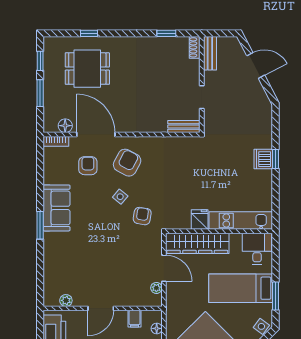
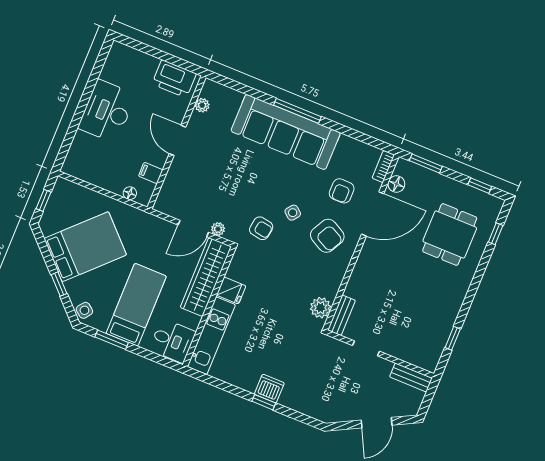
window: (89, 33) -> (496, 234), moved
shoe rack: (195, 47) -> (424, 363), removed
window: (40, 93) -> (426, 164), moved
plant: (185, 145) -> (321, 308), added
armchair: (88, 166) -> (342, 191), turned 90
sofa: (57, 208) -> (286, 132), width x1.85, depth x1.27
window: (40, 225) -> (297, 111), width x1.44
plant: (156, 288) -> (218, 229), moved

